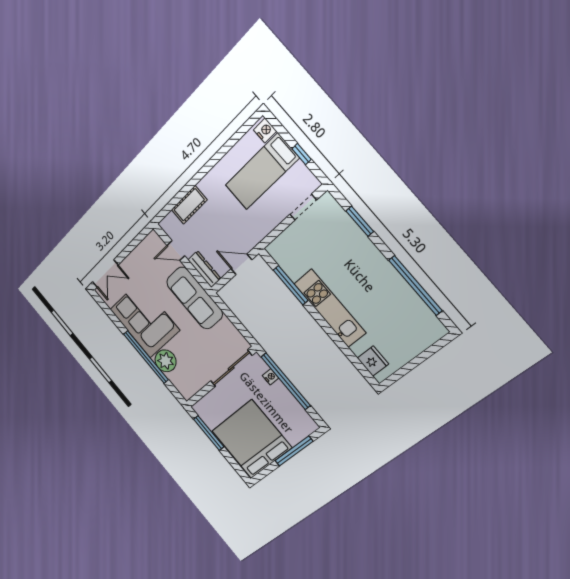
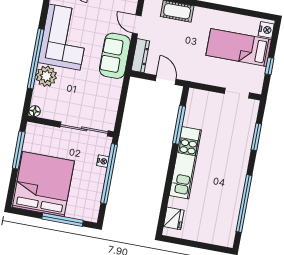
sofa: (194, 298) -> (115, 56), width x0.73
floor lamp: (187, 394) -> (35, 111), added

